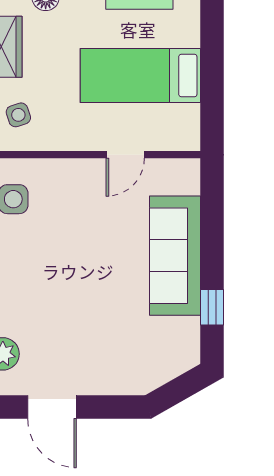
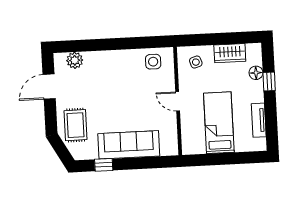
door: (125, 155) -> (178, 101), moved
rug: (131, 359) -> (76, 125), added

